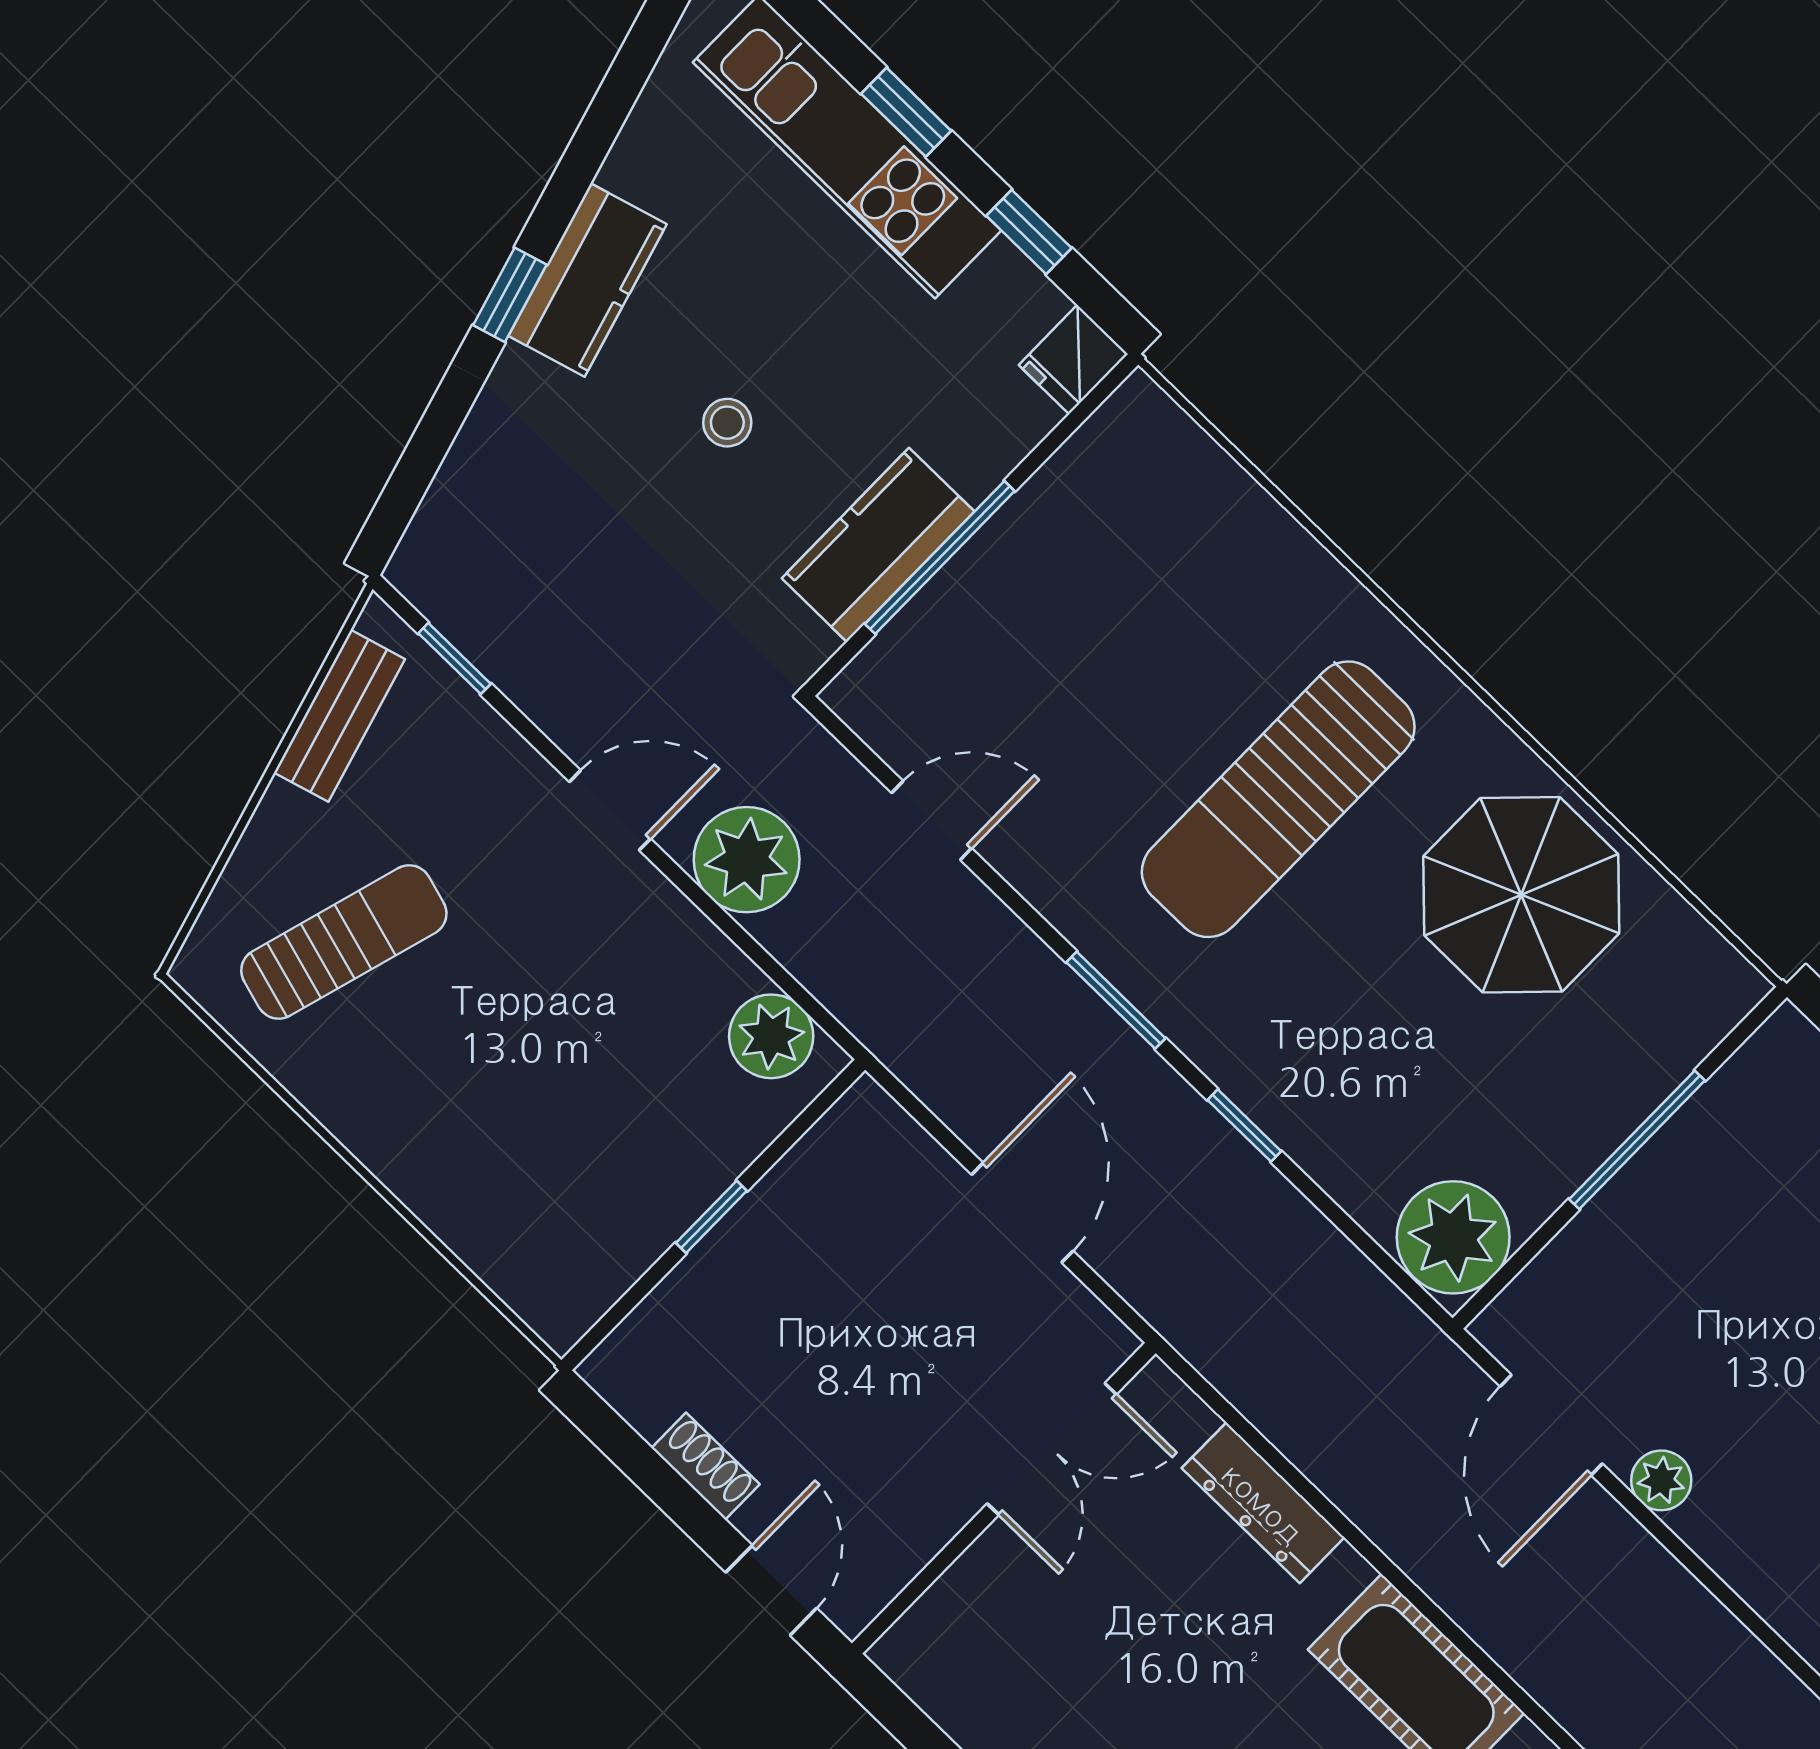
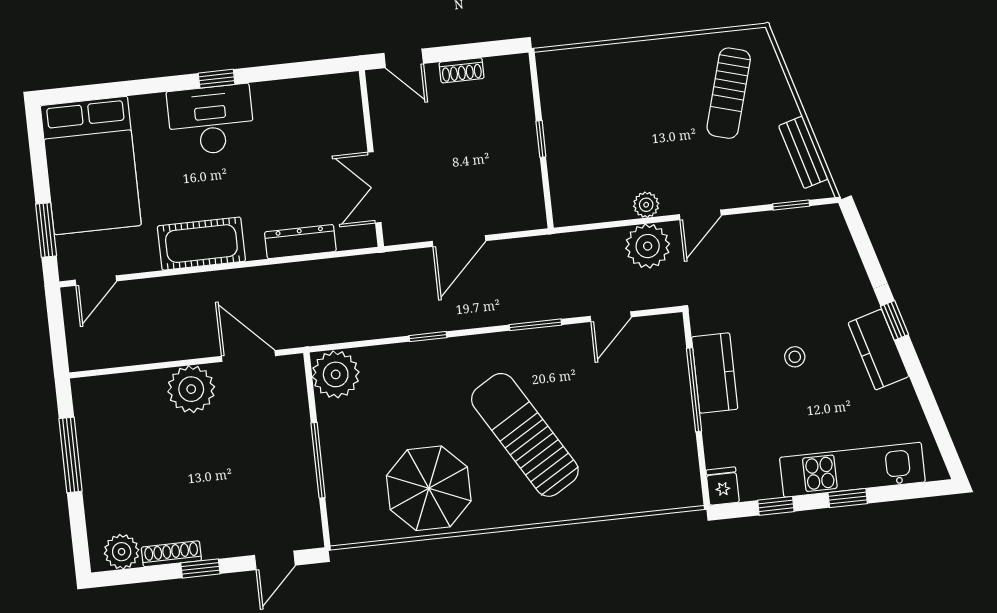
sun lounger: (1278, 799) -> (525, 435), turned -31
window: (1116, 1000) -> (535, 325), moved
plant: (771, 1036) -> (646, 205), moved, width x0.73, depth x0.73
door: (1022, 1213) -> (459, 241), hinge flipped
plant: (1661, 1480) -> (191, 389), width x1.88, depth x1.88

